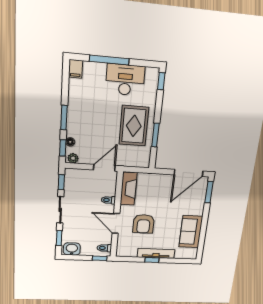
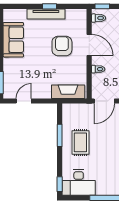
desk: (125, 80) -> (79, 183), moved
rug: (134, 126) -> (80, 142), width x0.73, depth x0.70
door: (189, 173) -> (24, 101), width x0.53
fireplace: (129, 189) -> (68, 92), moved, turned 90

